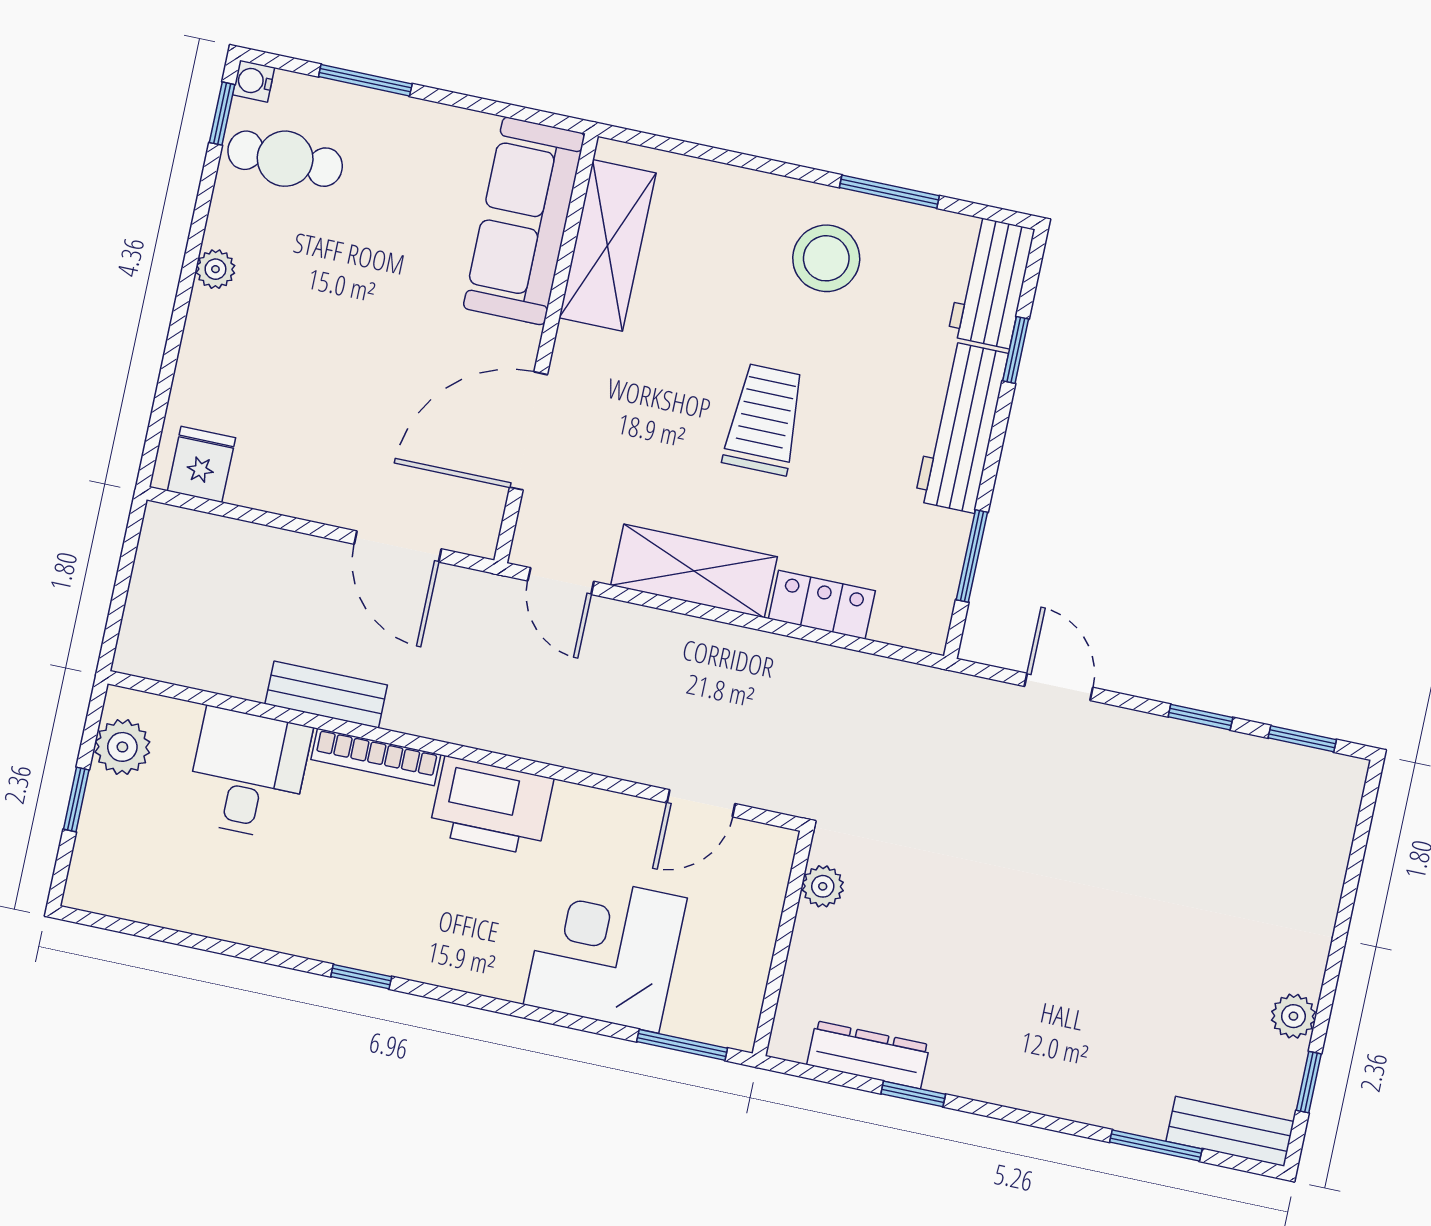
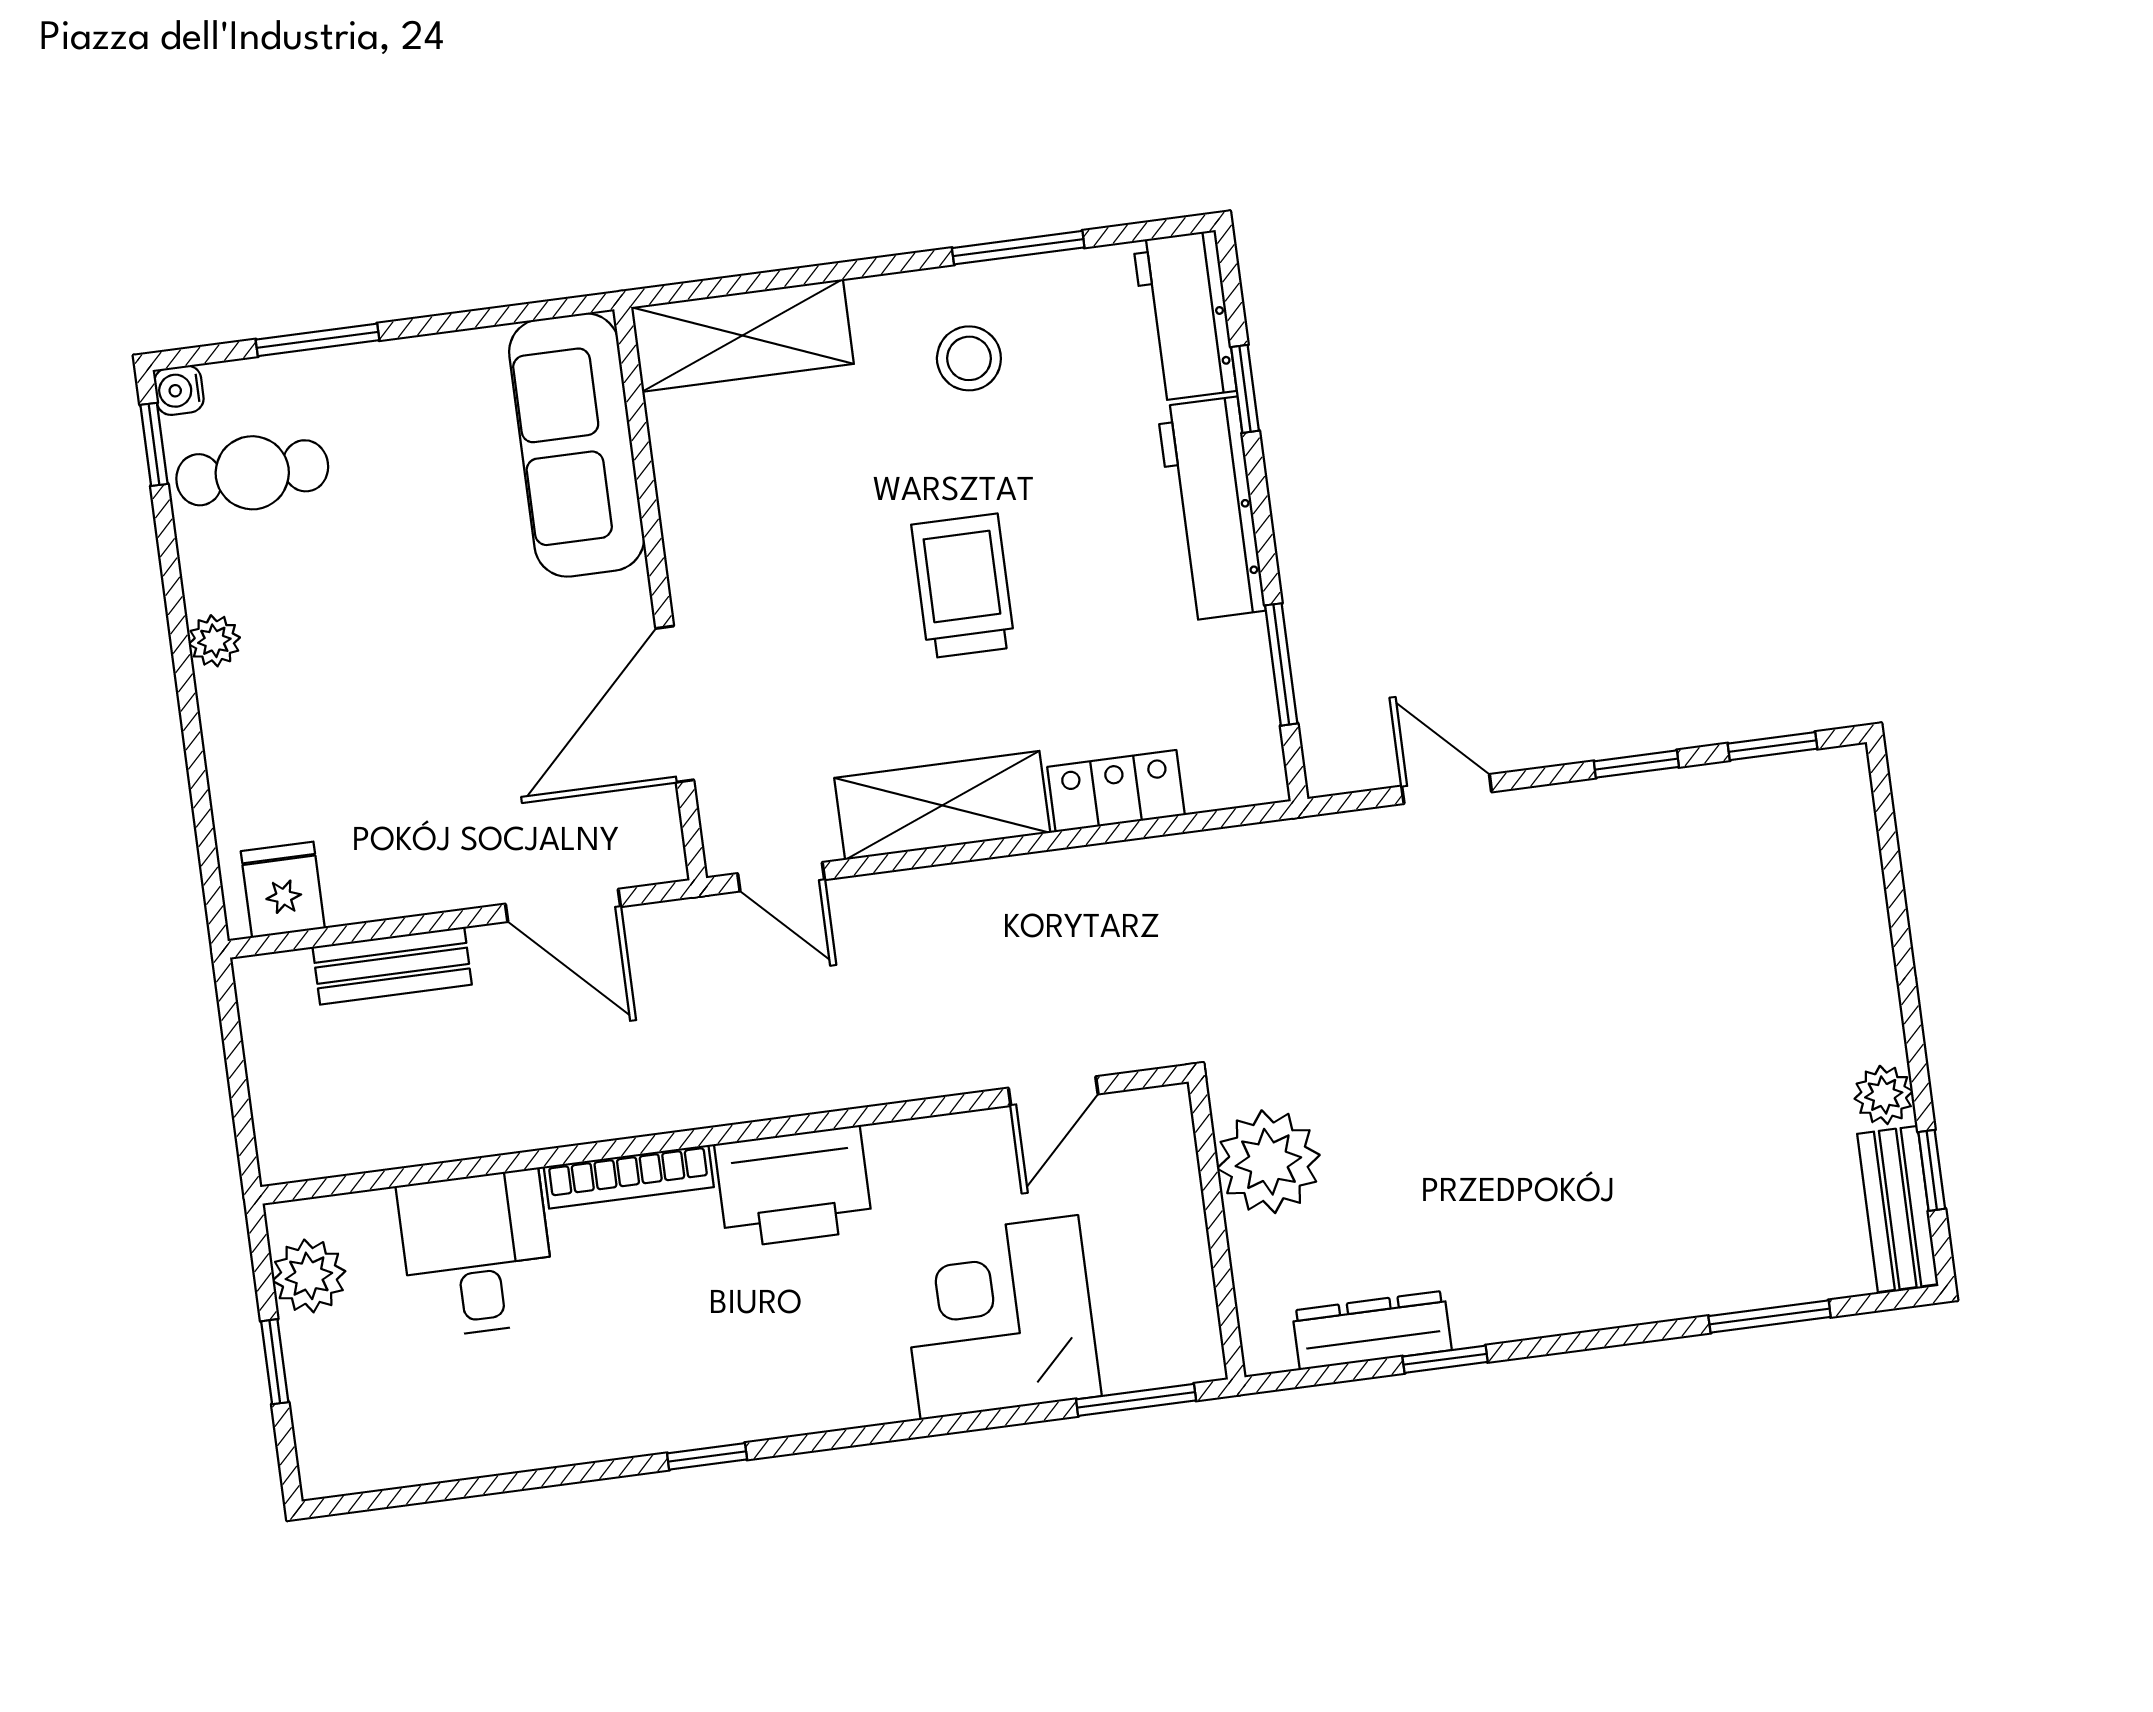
shelving: (607, 245) -> (742, 335), moved, turned 90
stool: (826, 258) -> (969, 358), width x0.73, depth x0.73
bench: (326, 694) -> (392, 966), moved
plant: (823, 886) -> (1268, 1162), width x1.88, depth x1.88
bench: (1230, 1131) -> (1898, 1209), moved, turned 90

